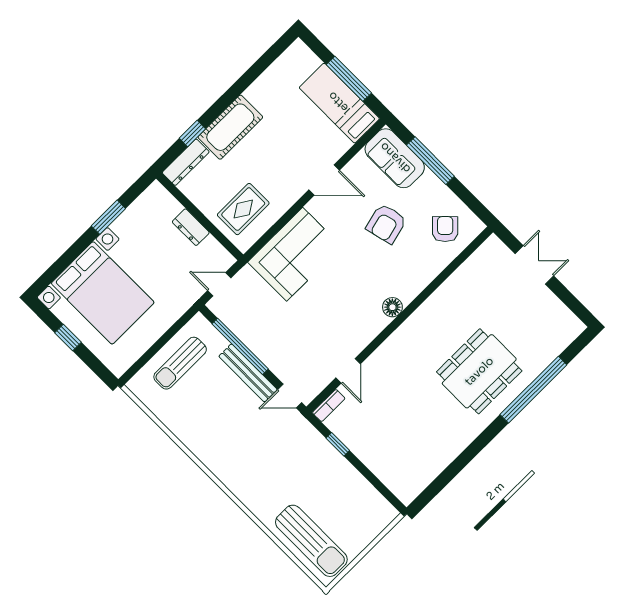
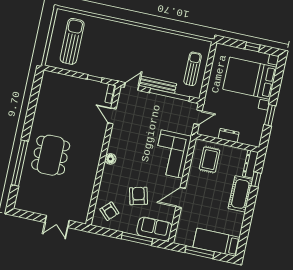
bed: (339, 103) -> (217, 242), moved, turned 180
sun lounger: (311, 541) -> (72, 41), moved, turned 90

